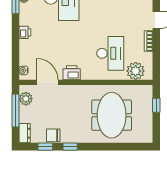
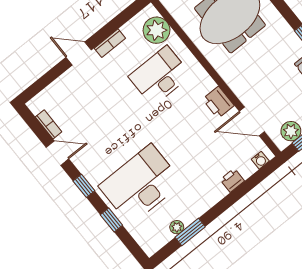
printer: (25, 32) -> (232, 180), moved
door: (47, 82) -> (252, 121), hinge flipped

